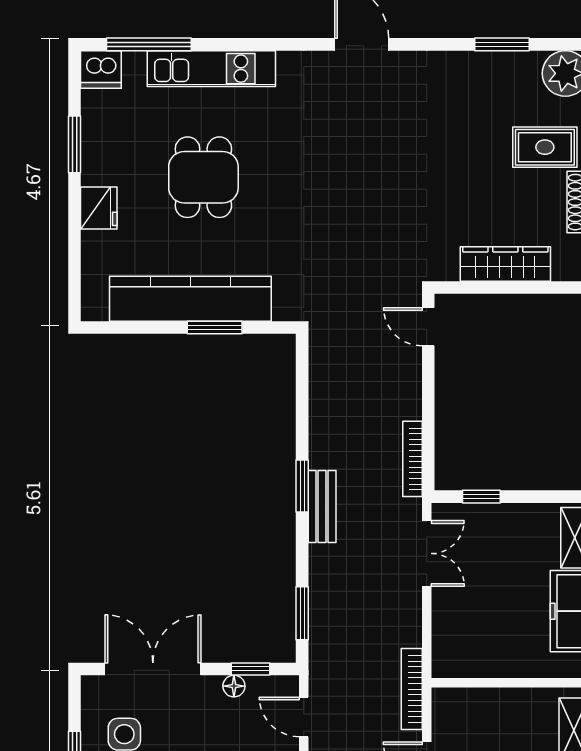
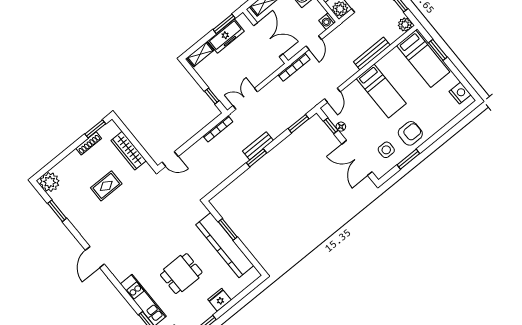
rug: (545, 147) -> (106, 186), moved, turned 90
door: (428, 327) -> (170, 159), hinge flipped
double door: (500, 683) -> (268, 40), added

